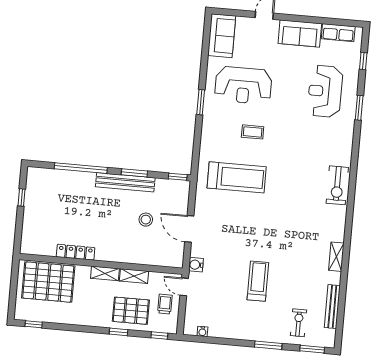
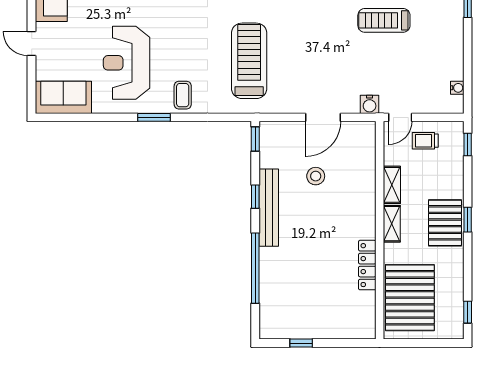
reception desk: (243, 85) -> (127, 63), turned 180
coffee table: (253, 132) -> (183, 95), moved
window: (134, 173) -> (255, 197), width x0.67
pallet: (131, 311) -> (445, 223), moved
window: (119, 332) -> (468, 220), moved

